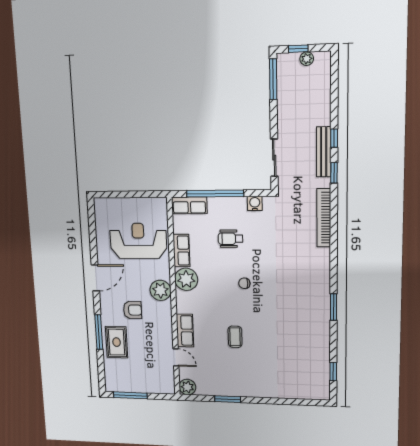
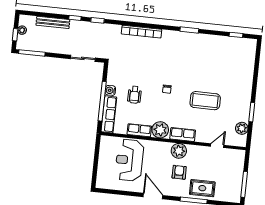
bench: (324, 152) -> (53, 22), moved
water cooler: (255, 203) -> (110, 90), moved
row of seats: (189, 205) -> (109, 114), width x1.48
bookcase: (324, 218) -> (141, 32), moved
plant: (160, 290) -> (179, 151), moved
row of seats: (185, 330) -> (183, 135), moved
coffee table: (235, 337) -> (205, 101), width x1.86, depth x1.72
plant: (187, 387) -> (242, 128), moved

